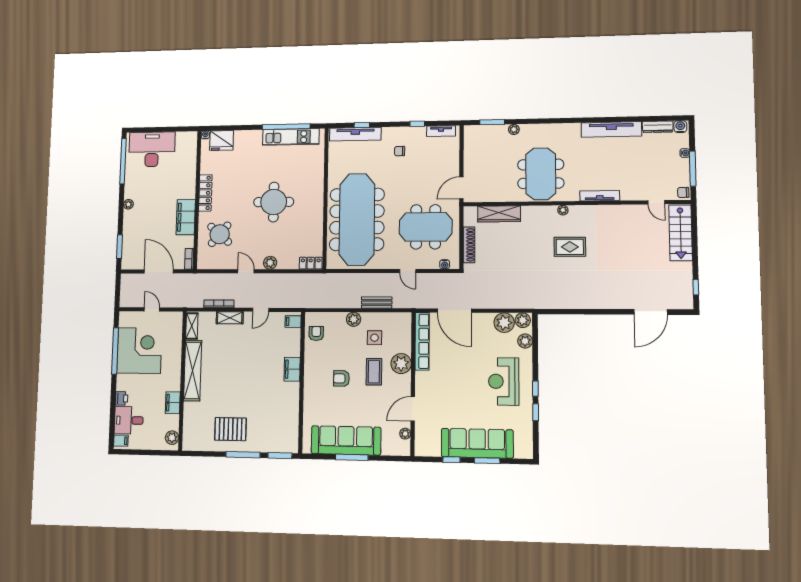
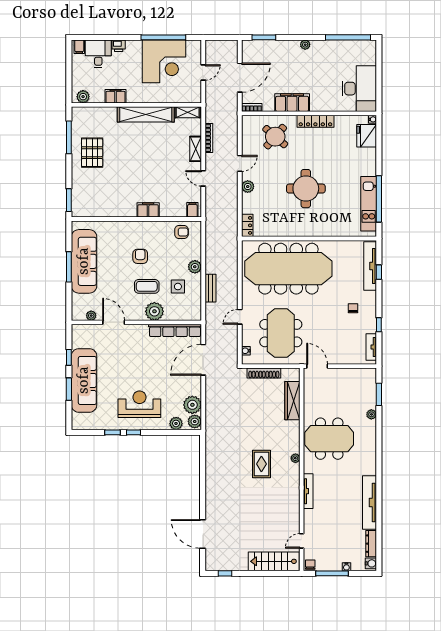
desk: (152, 149) -> (359, 89), moved
window: (243, 455) -> (69, 137), moved

